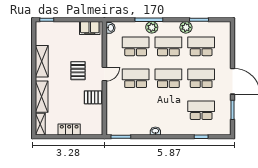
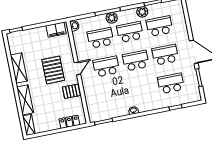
pallet: (78, 71) -> (53, 70), width x1.50, depth x1.42
locker: (69, 130) -> (69, 122), moved

